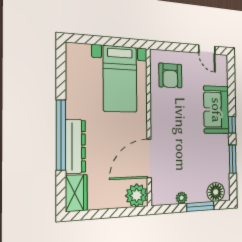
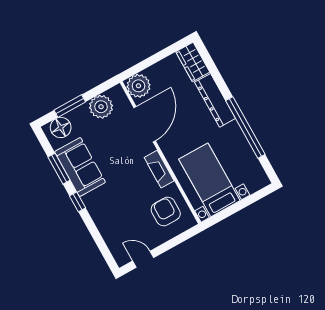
sofa: (216, 110) -> (80, 167), moved
fireplace: (157, 113) -> (159, 169), added
window: (61, 135) -> (245, 127), moved
plant: (182, 198) -> (101, 107), width x1.88, depth x1.88

